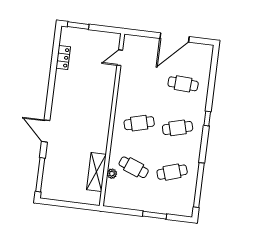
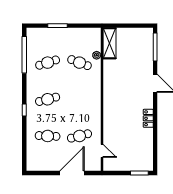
door: (175, 38) -> (72, 173), moved
locker: (63, 57) -> (148, 118), moved
door: (120, 58) -> (102, 151), hinge flipped
cafe table: (139, 123) -> (79, 136), moved
shelving: (96, 172) -> (109, 43), moved

